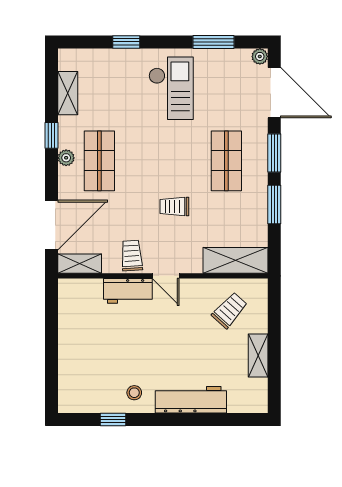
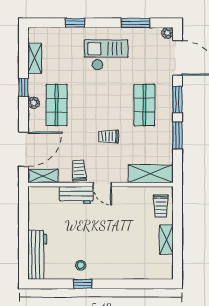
checkout: (171, 88) -> (106, 55), turned -90
trolley: (230, 310) -> (161, 206), moved, turned 138
workbench: (191, 400) -> (37, 255), moved, turned 90
window: (113, 420) -> (83, 284), moved

